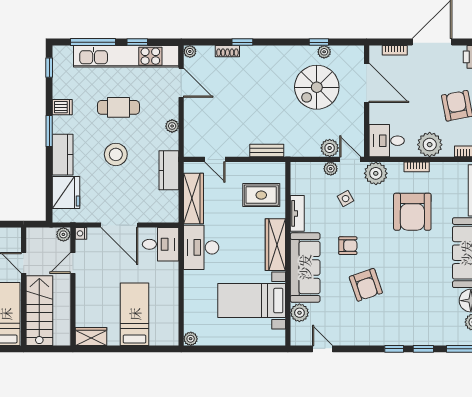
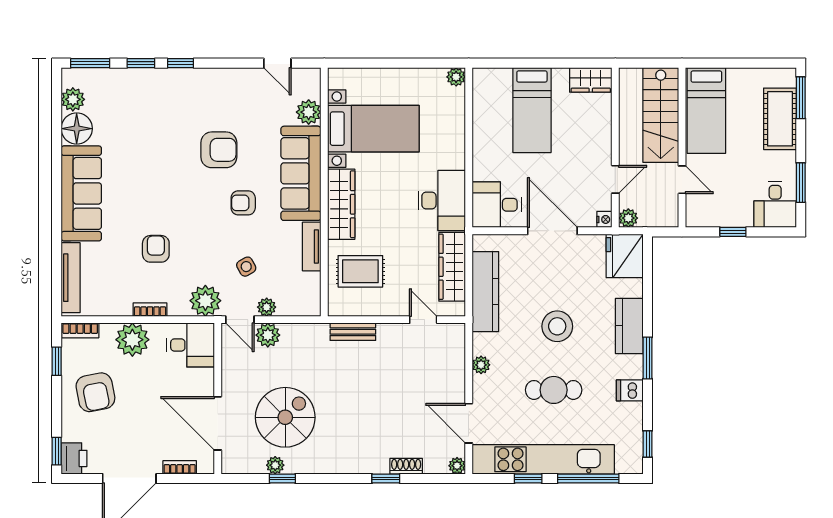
kitchen counter: (169, 170) -> (485, 292), width x1.50
fridge: (66, 193) -> (625, 256), moved
armchair: (412, 212) -> (156, 249), width x0.53, depth x0.53
armchair: (366, 285) -> (219, 150), turned 109

